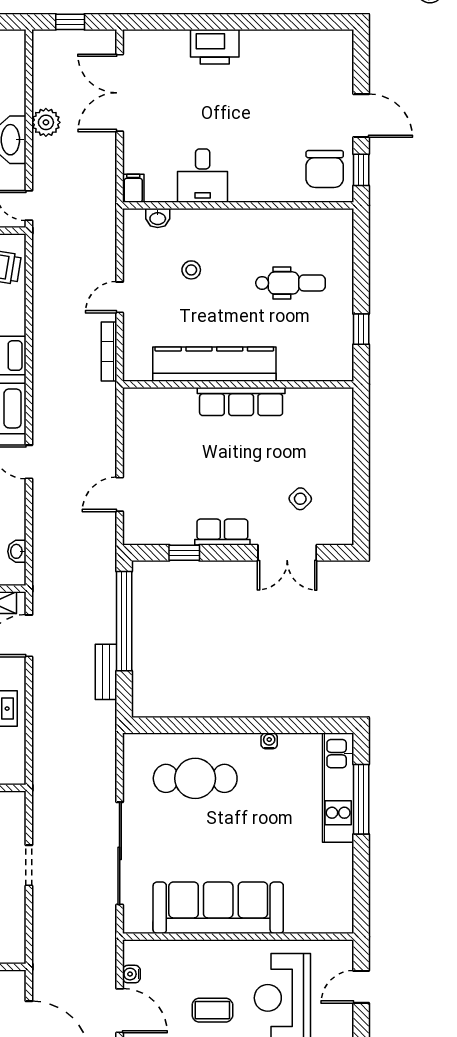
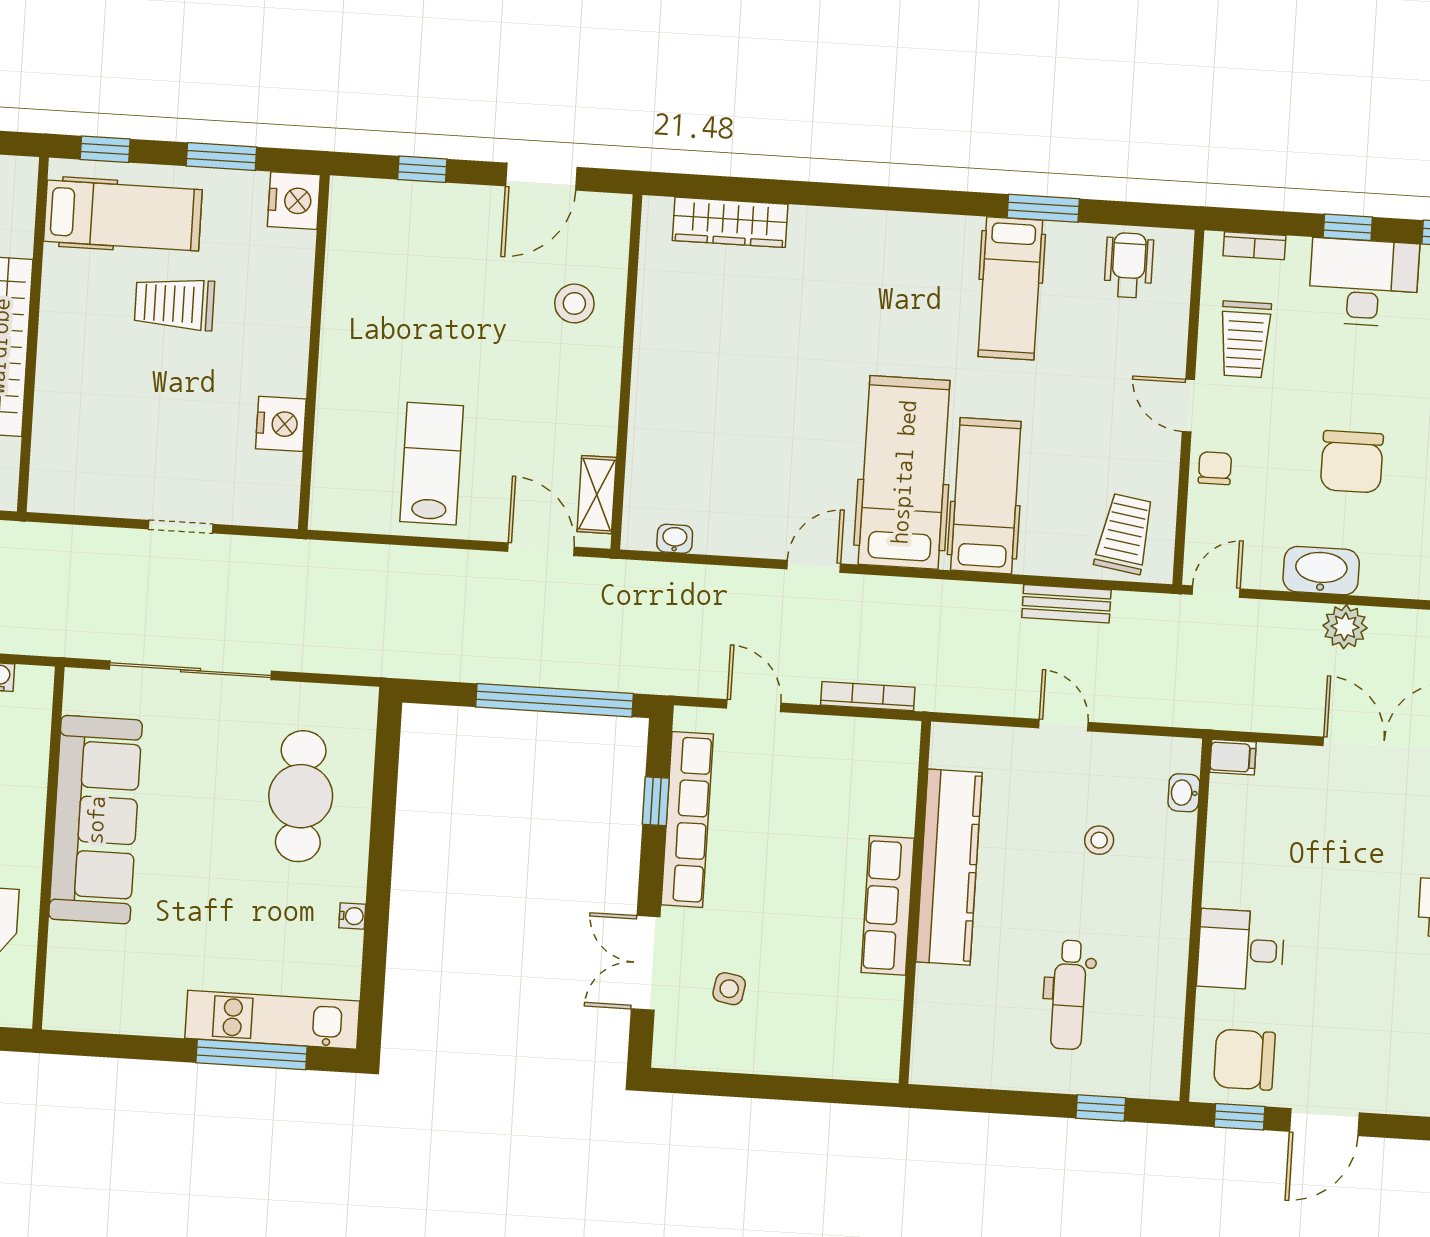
desk: (203, 176) -> (1241, 950), moved
window: (361, 329) -> (1101, 1108), moved
bookcase: (109, 351) -> (868, 696), moved
side table: (300, 499) -> (729, 989), turned -37
row of seats: (222, 532) -> (687, 819), width x2.02
bench: (106, 672) -> (1066, 604), moved

